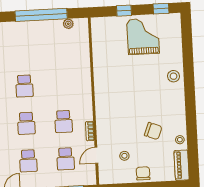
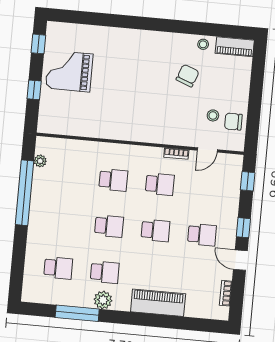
stool: (173, 76) -> (124, 41), removed
door: (96, 155) -> (207, 150), hinge flipped
school desk: (66, 159) -> (113, 180), moved
chair: (143, 173) -> (233, 122), moved

